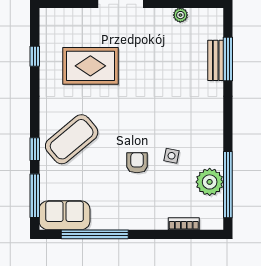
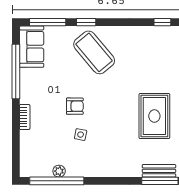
rug: (90, 66) -> (154, 116), moved
plant: (210, 182) -> (59, 171), width x0.53, depth x0.53
bookcase: (184, 224) -> (25, 117), moved

